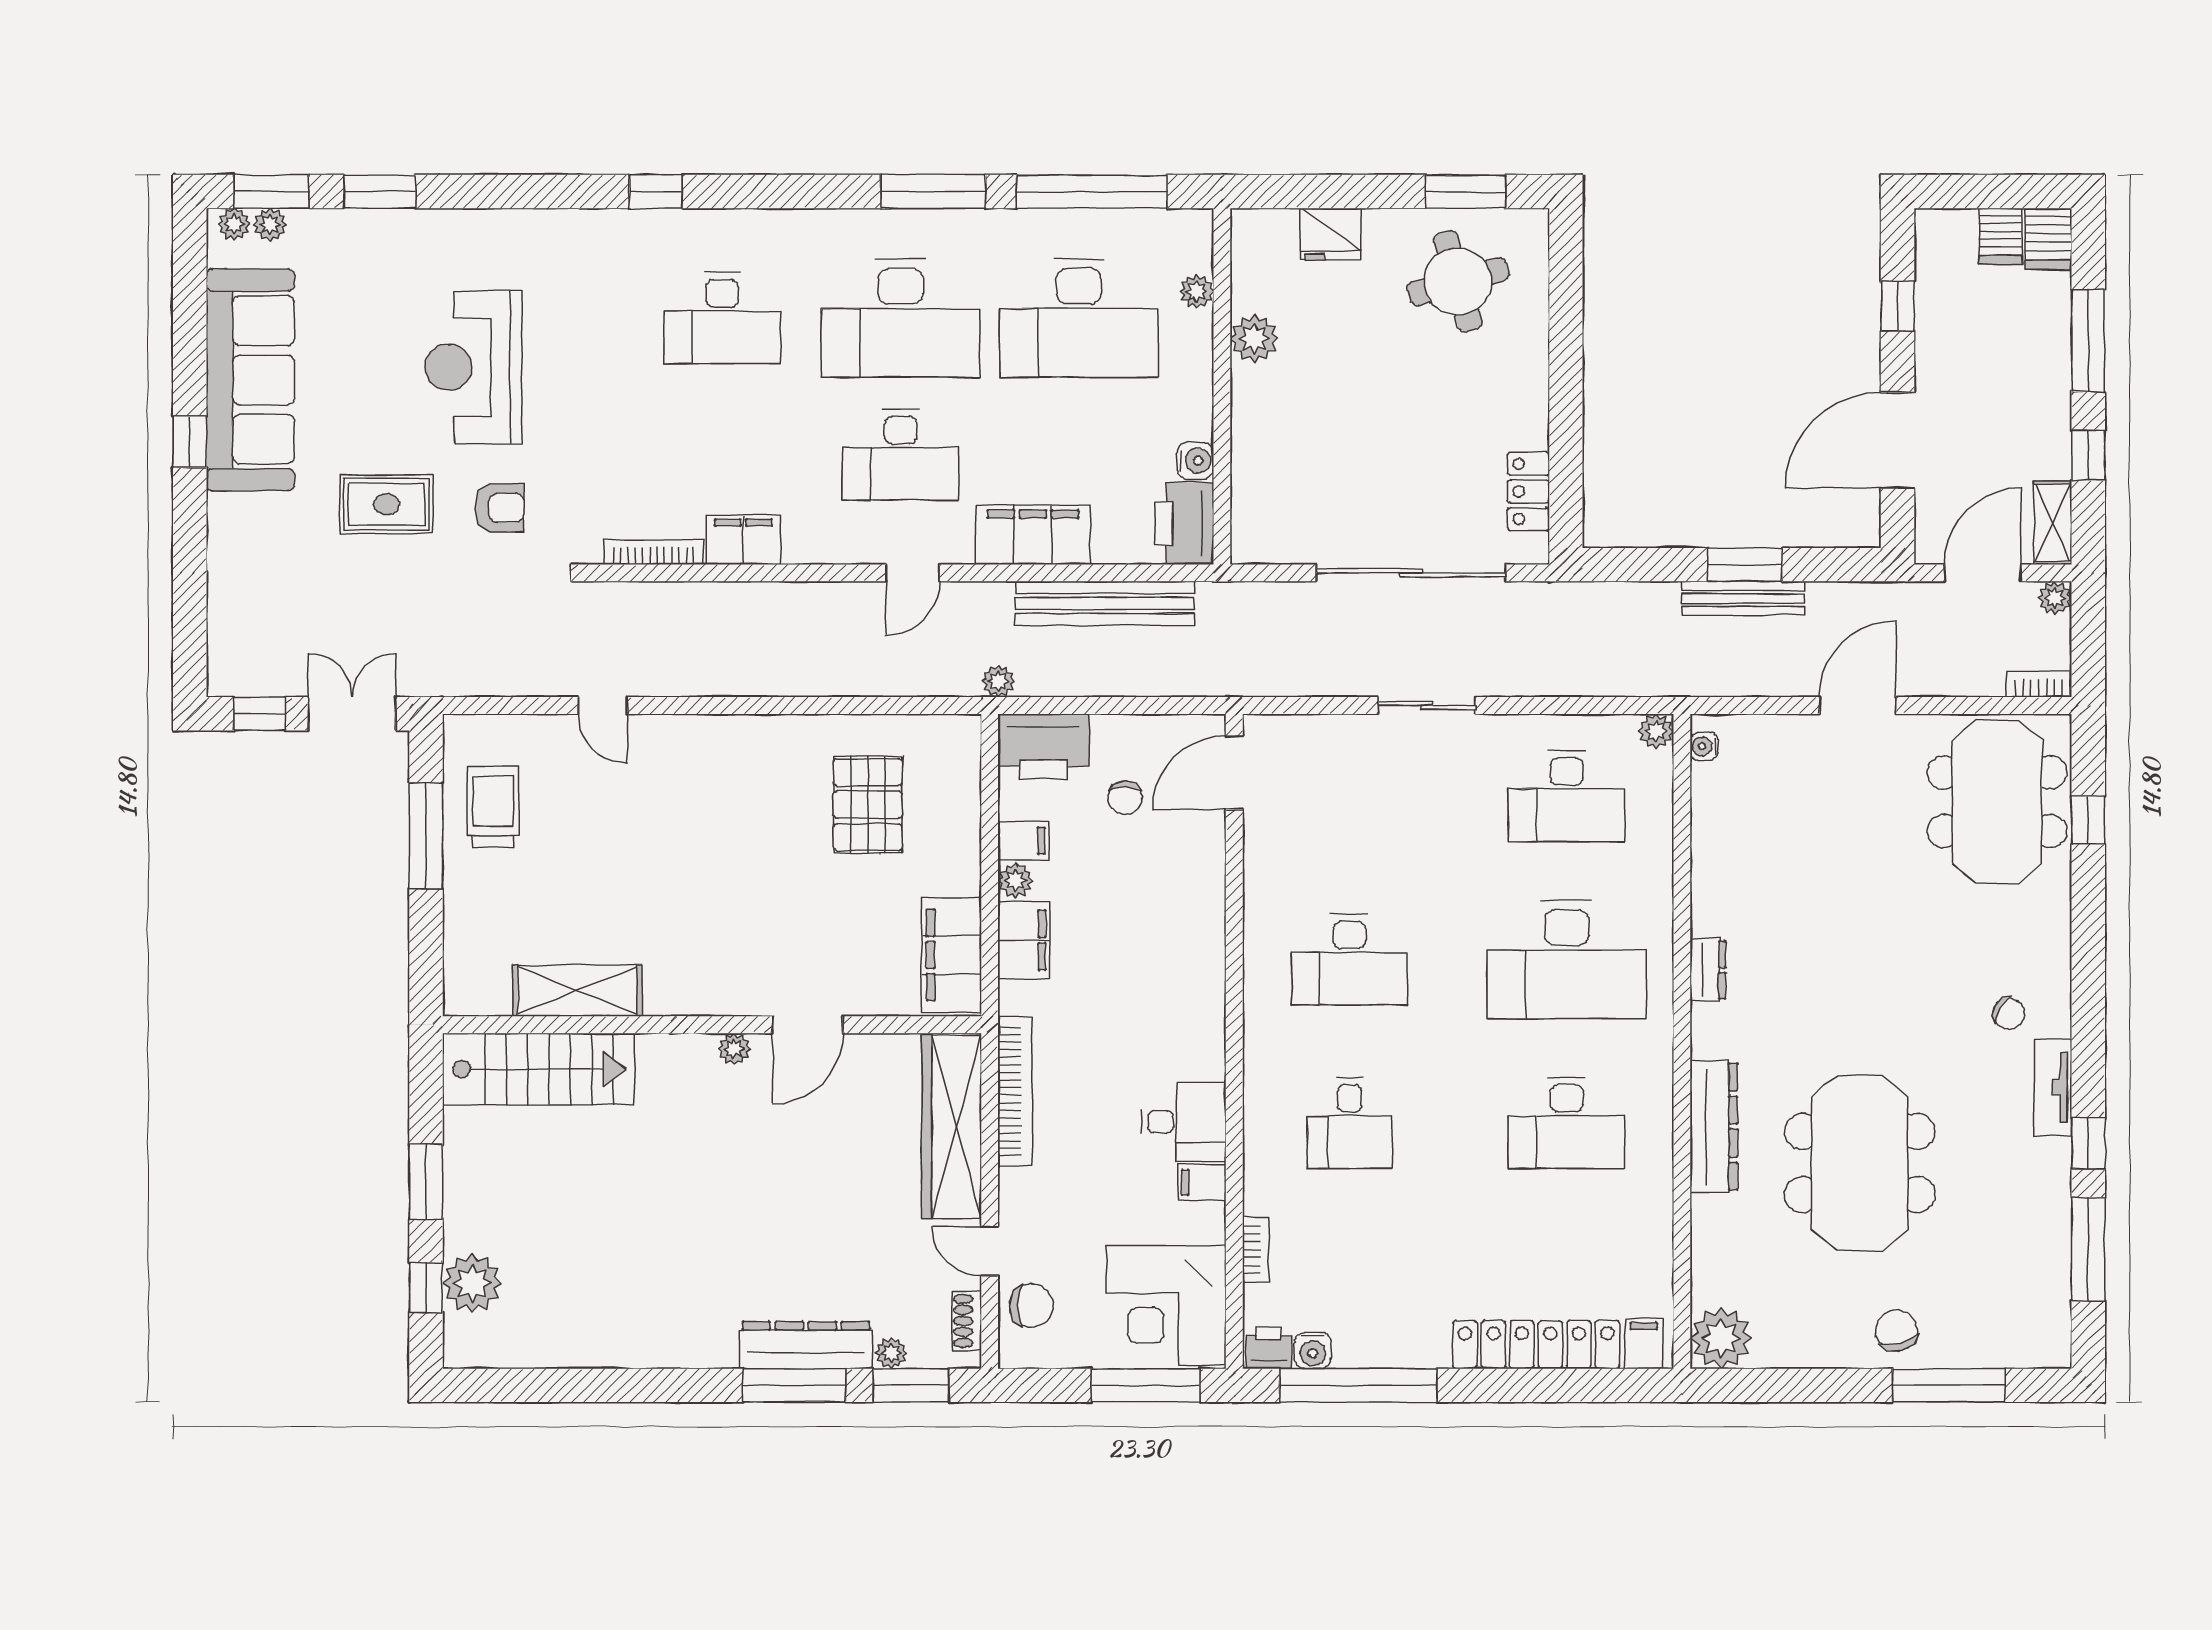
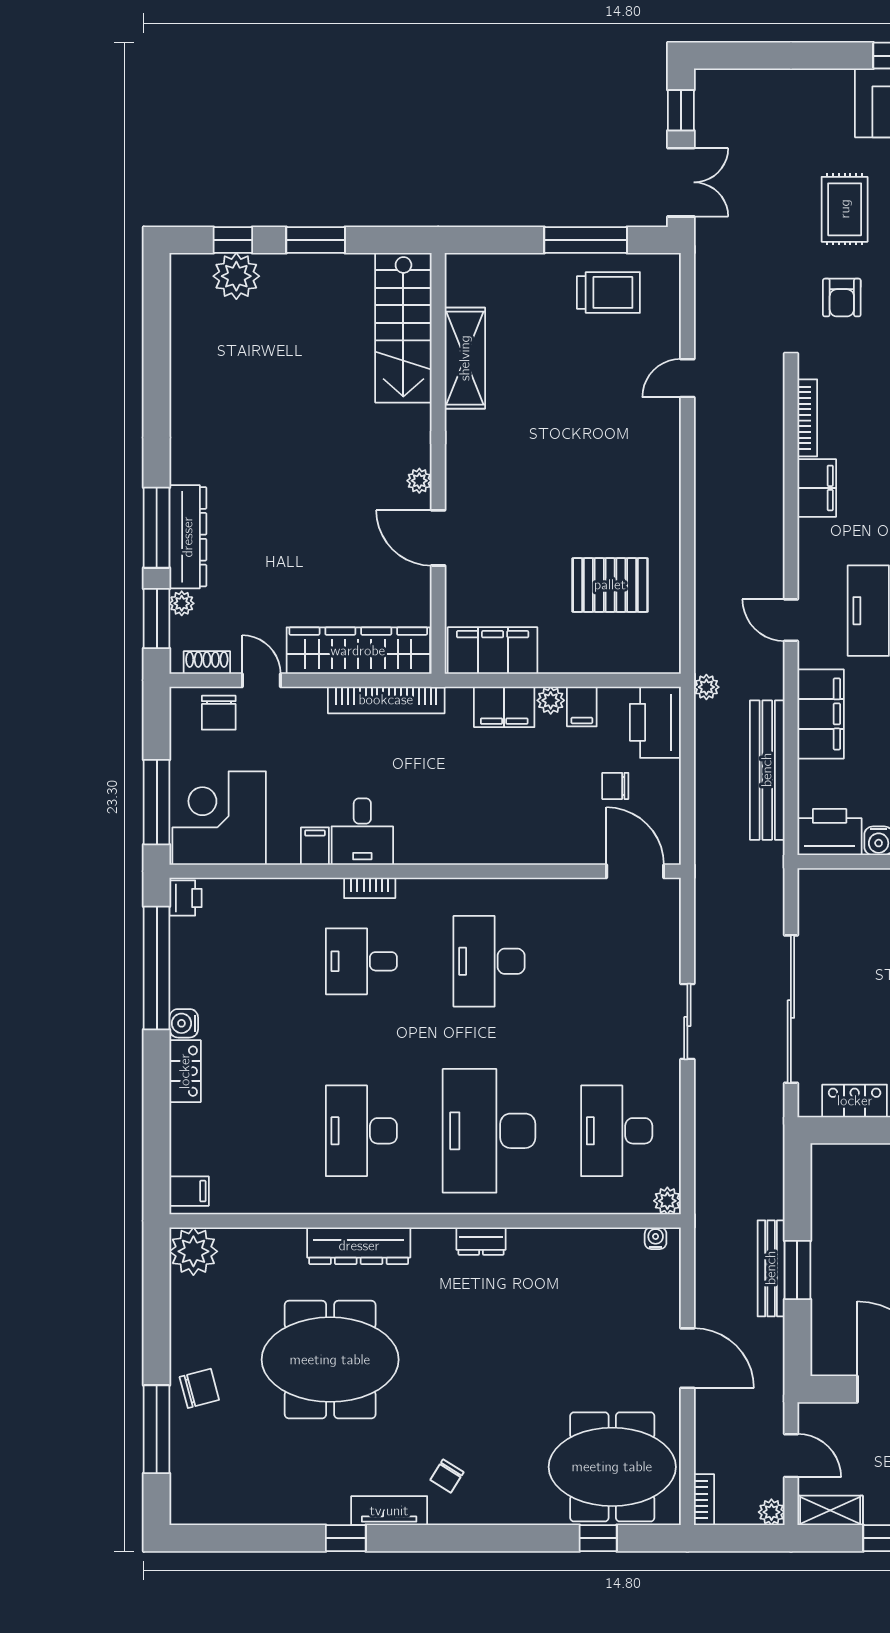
door: (1983, 573) -> (791, 1456), width x0.73
window: (2088, 1249) -> (263, 1538), removed
bookcase: (1256, 1250) -> (370, 888), moved
door: (990, 1251) -> (261, 680), hinge flipped
locker: (1536, 1345) -> (185, 1071), width x0.46, depth x0.83
water cooler: (1313, 1350) -> (184, 1023), moved

